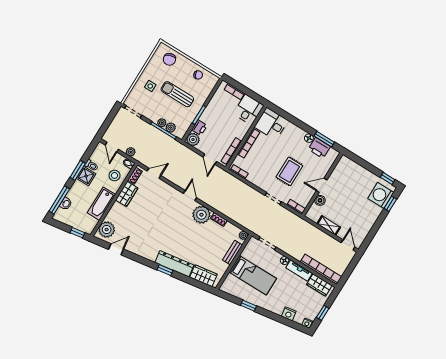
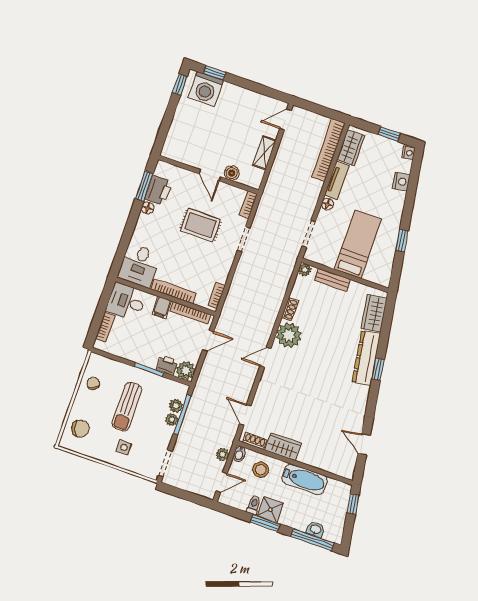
filing cabinet: (239, 133) -> (162, 307), added
plant: (107, 230) -> (339, 464), removed

